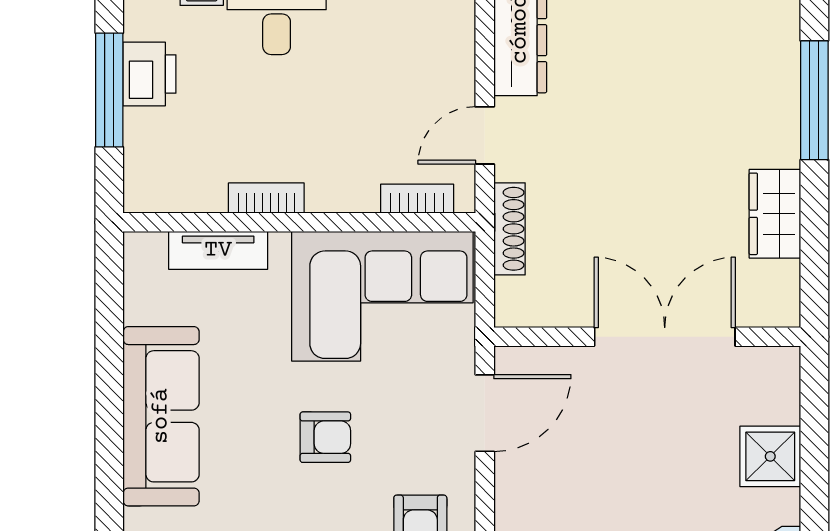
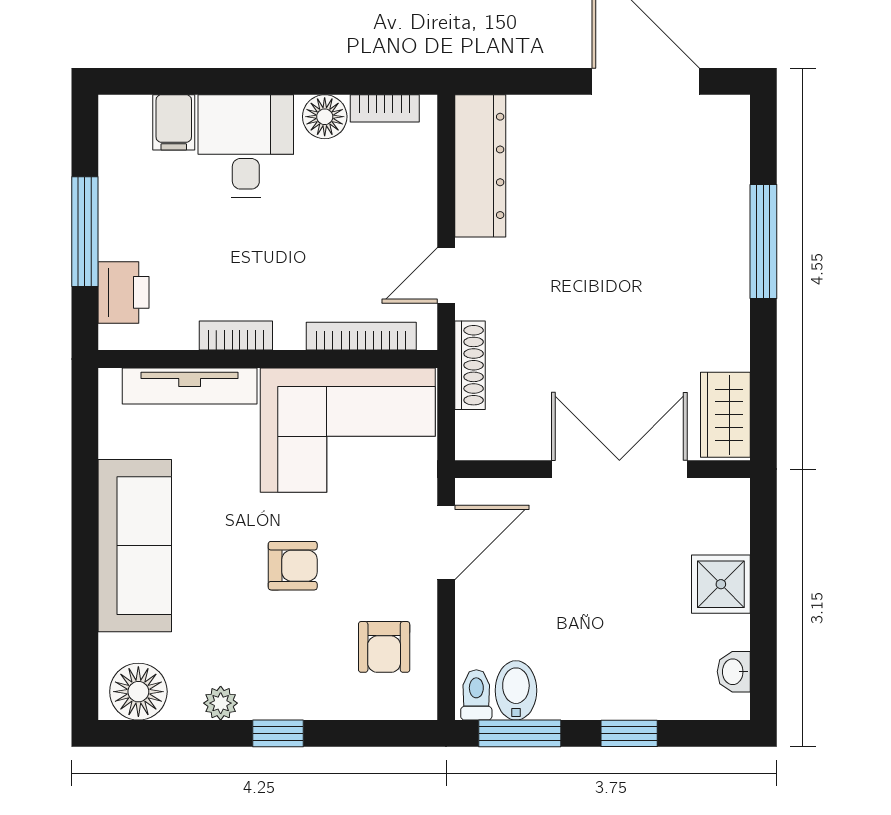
printer: (149, 74) -> (123, 292), moved
bookcase: (417, 199) -> (361, 336), width x1.56
wardrobe: (775, 214) -> (725, 415), moved
tv unit: (218, 250) -> (190, 386), width x1.41

